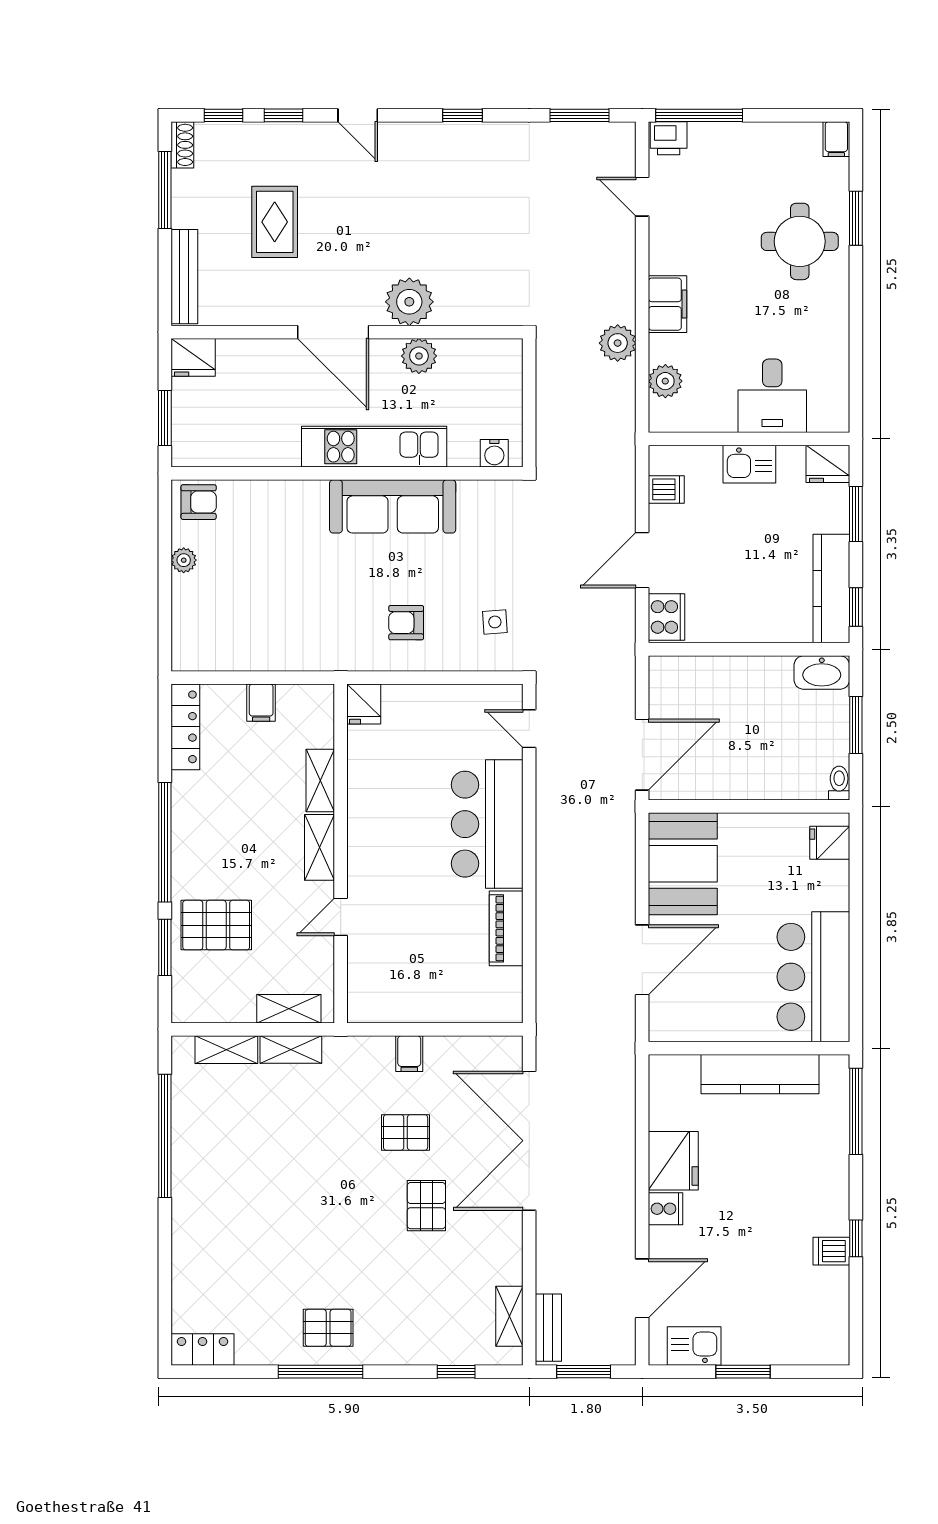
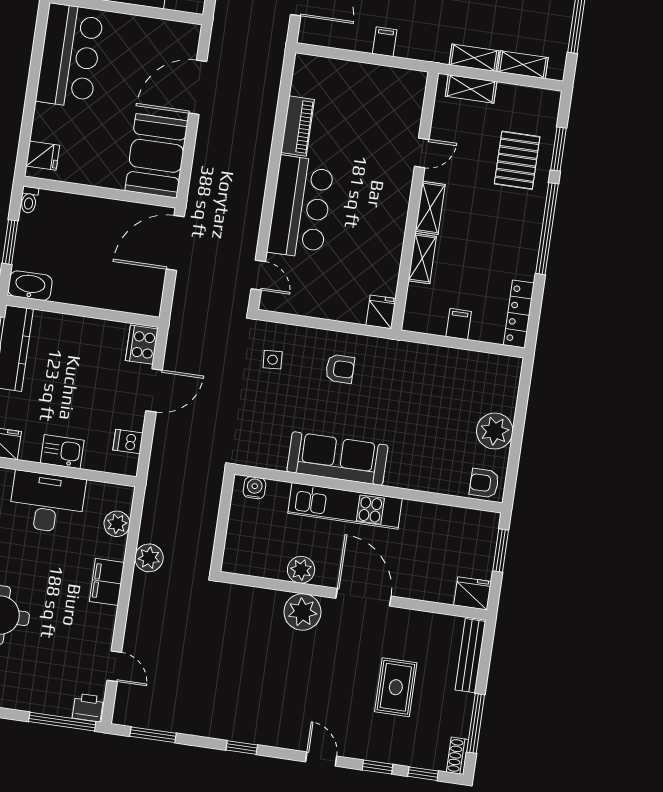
desk: (772, 396) -> (47, 502), width x1.37
plant: (184, 560) -> (495, 431), width x1.87, depth x1.87
pallet: (216, 925) -> (517, 160), turned 90

